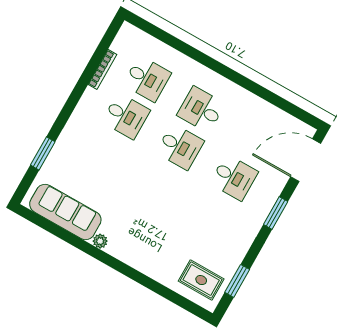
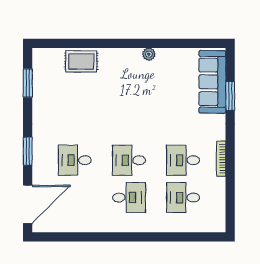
bookcase: (102, 69) -> (221, 159), moved
sofa: (65, 212) -> (212, 82), moved, turned 90
rug: (201, 280) -> (81, 61), moved

